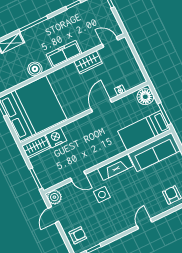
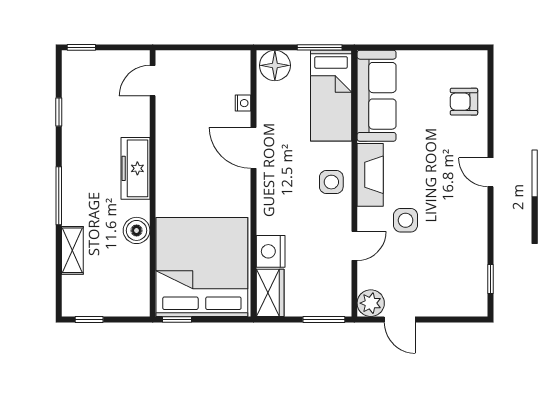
wardrobe: (88, 62) -> (169, 134), removed
side table: (103, 150) -> (331, 182), added
armchair: (78, 235) -> (455, 295), removed

